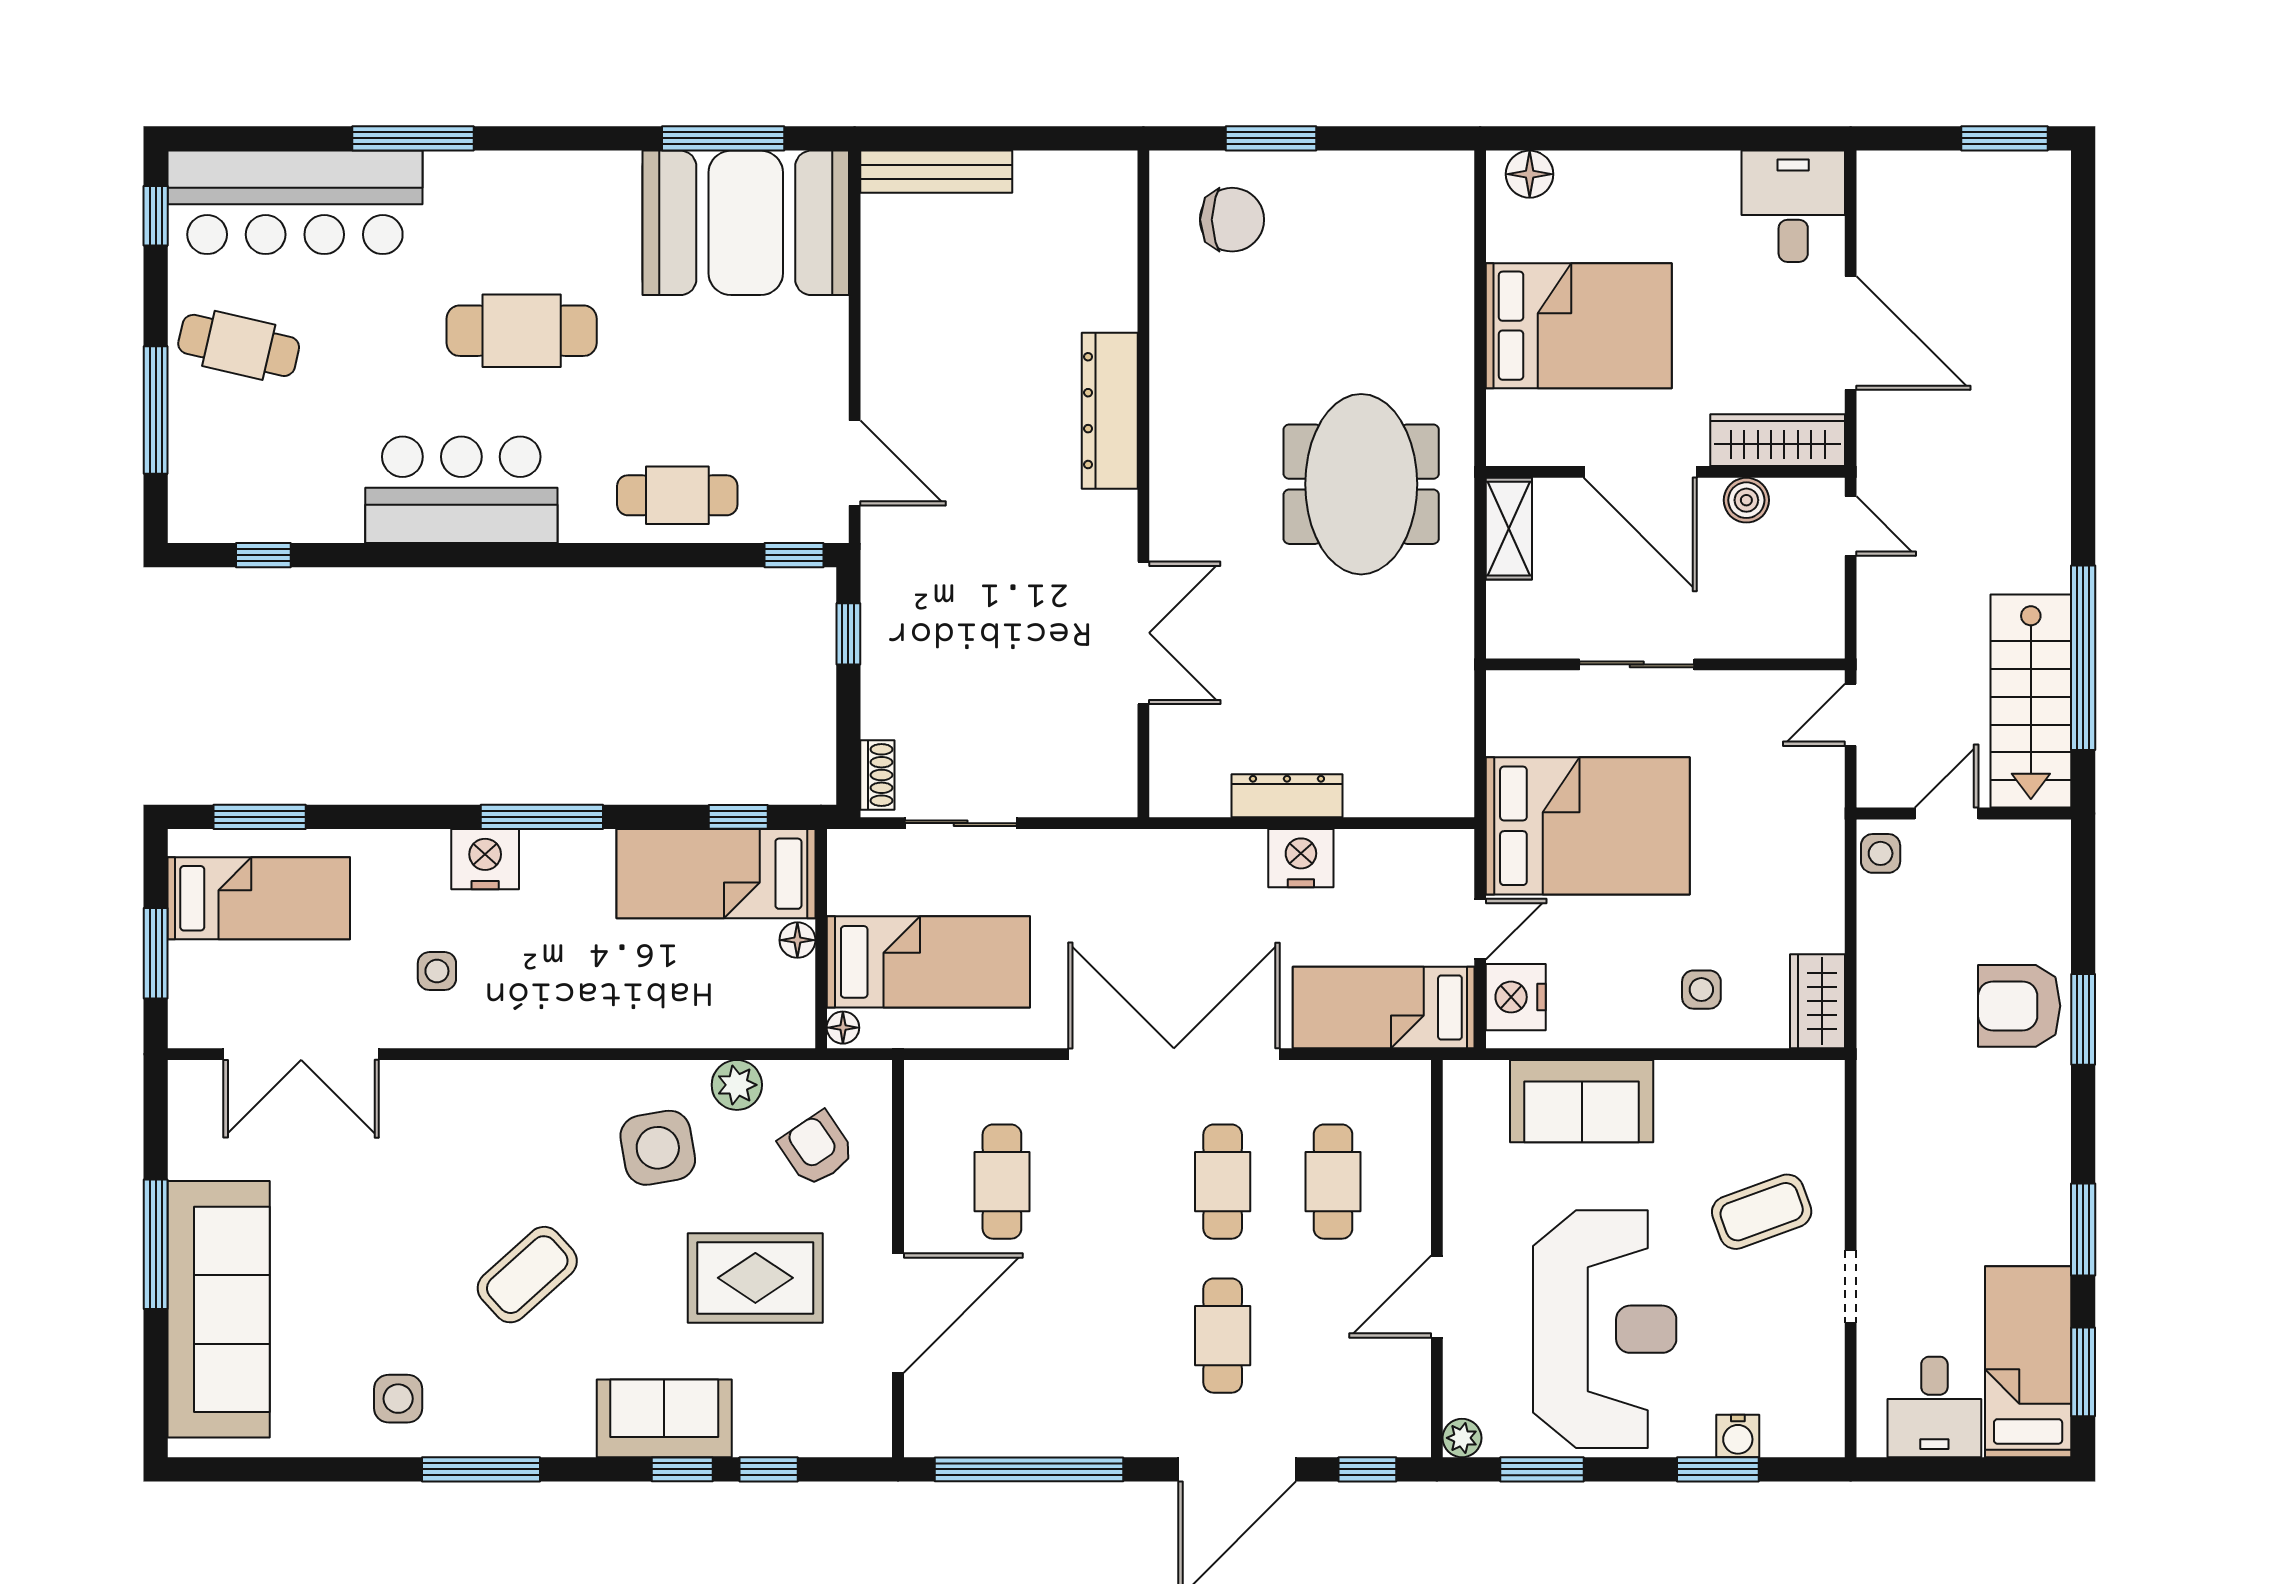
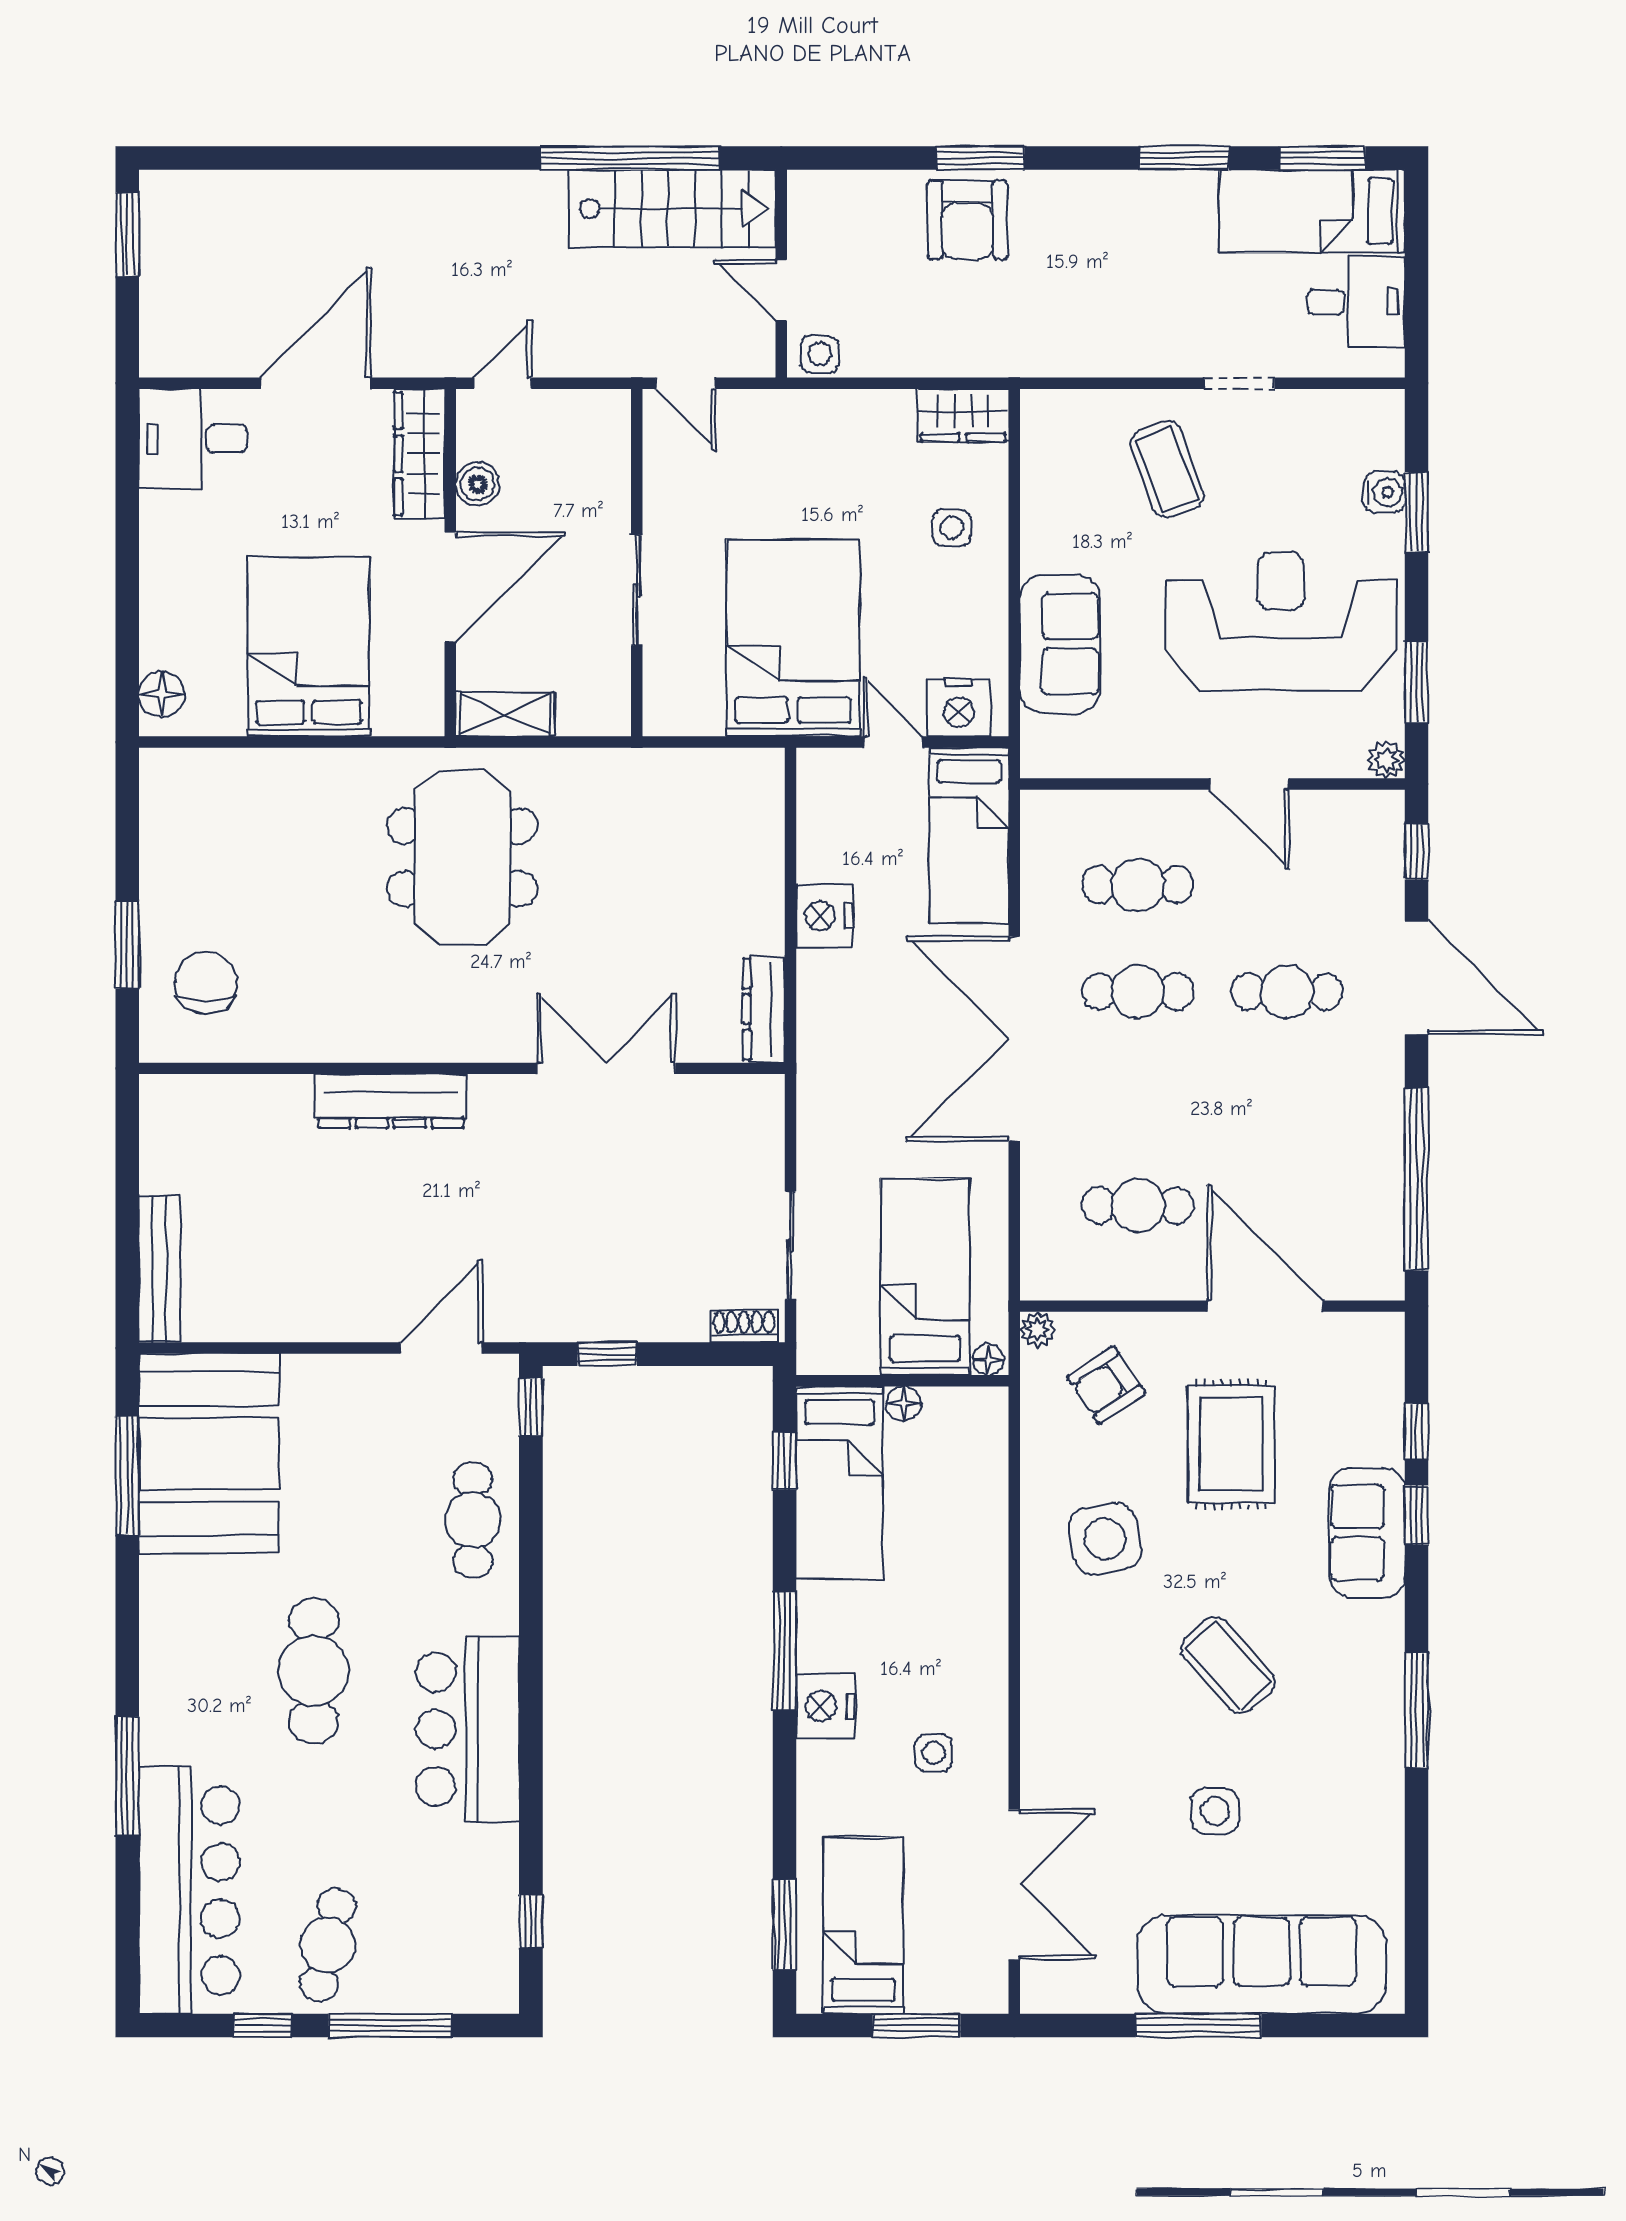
window: (156, 216) -> (263, 2025), moved
meeting table: (1361, 484) -> (462, 857), turned 90
dresser: (1287, 796) -> (764, 1009), moved
plant: (737, 1085) -> (1038, 1329), moved, width x0.73, depth x0.73
side table: (398, 1399) -> (1215, 1811), moved

